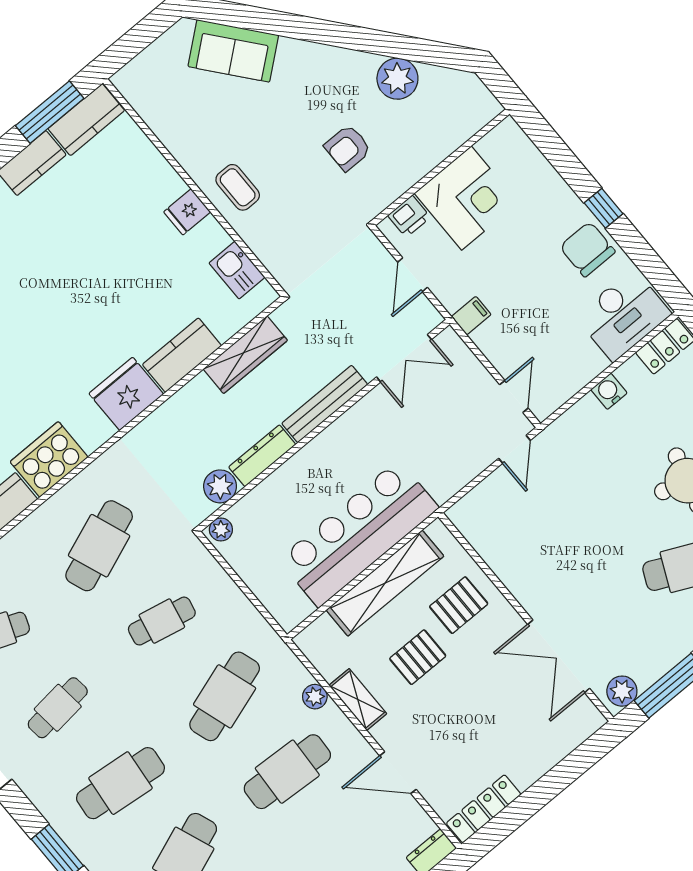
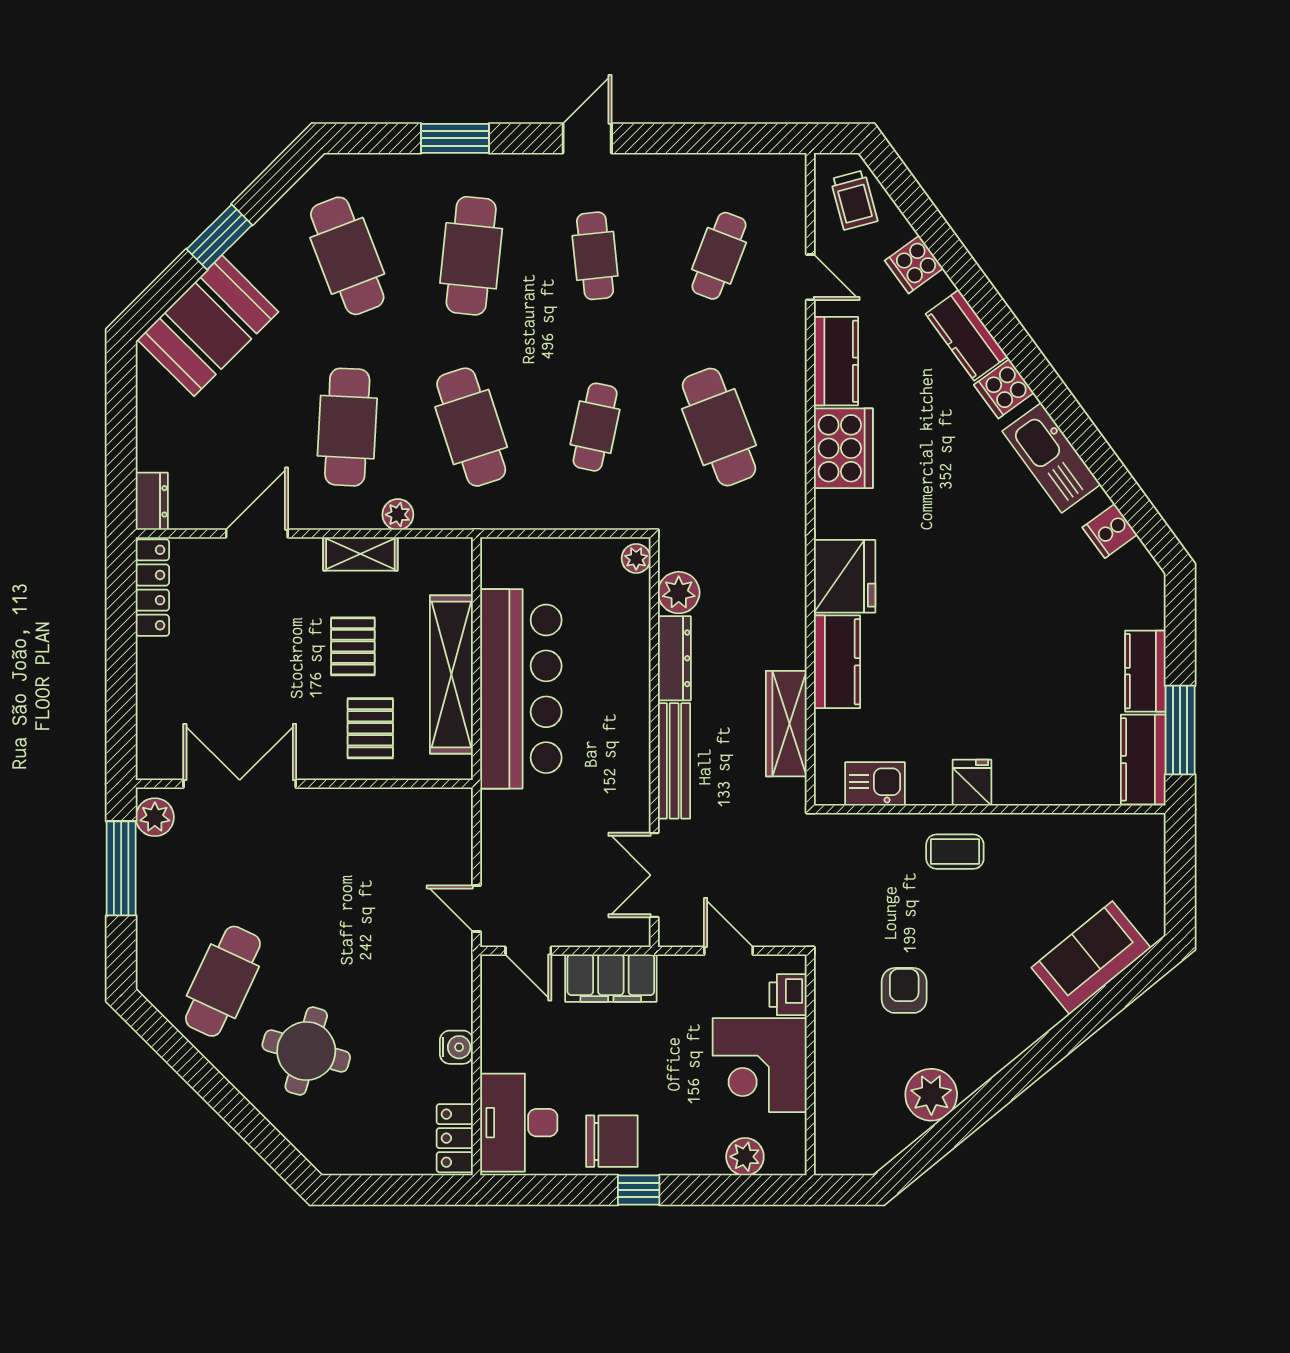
plant: (529, 160) -> (745, 1157), added
filing cabinet: (471, 316) -> (611, 978), width x3.00, depth x1.17

